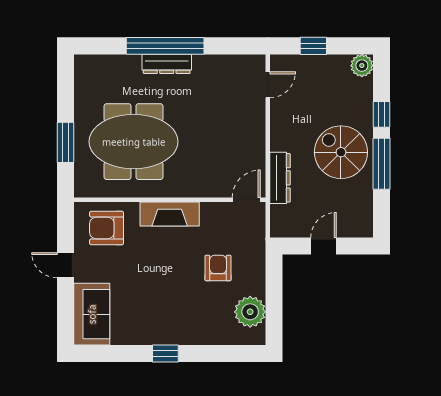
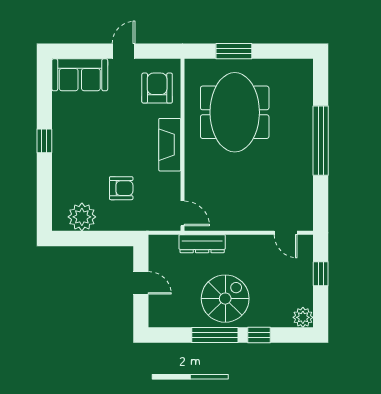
dresser: (167, 64) -> (304, 142), removed

